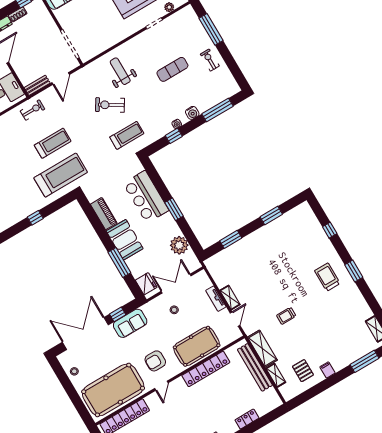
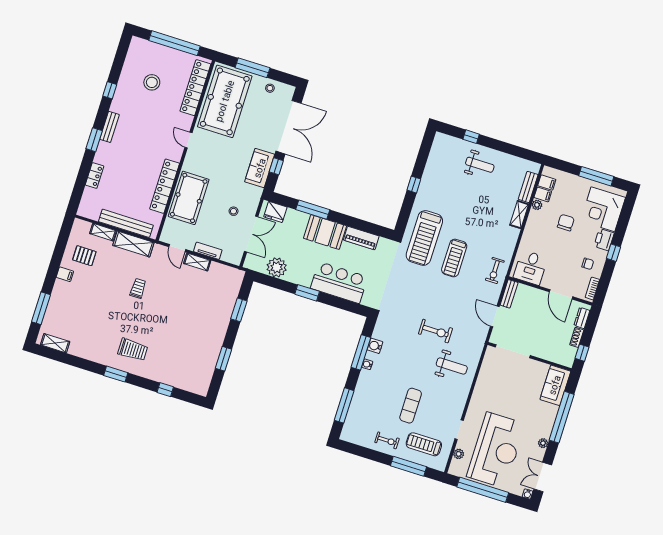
exercise bike: (110, 105) -> (435, 331), turned 58
water cooler: (192, 113) -> (375, 346), moved
treadmill: (127, 135) -> (424, 444), moved, turned 90
window: (174, 136) -> (361, 352), width x2.17
armchair: (155, 361) -> (212, 156), removed
window: (74, 396) -> (252, 68), added

